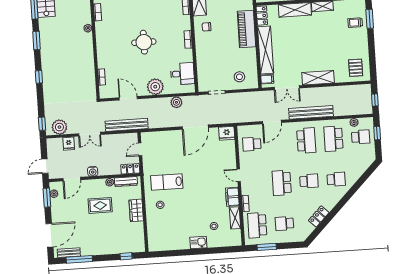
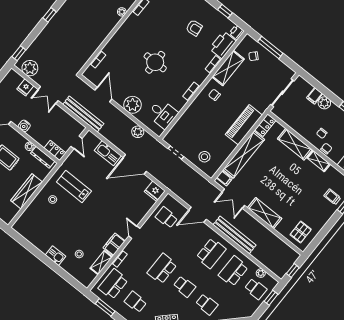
kitchen sink: (169, 137) -> (108, 153), added
door: (140, 149) -> (76, 142), swing flipped
wardrobe: (136, 210) -> (27, 191), width x1.50

